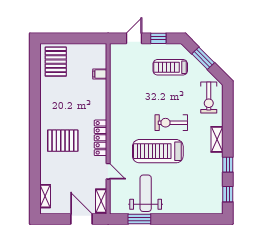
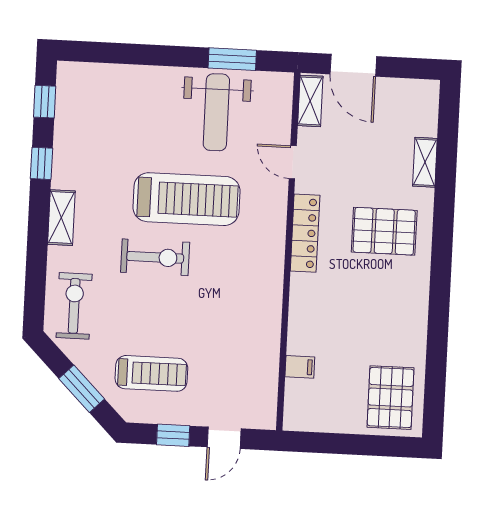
shelving: (45, 196) -> (425, 162), moved

